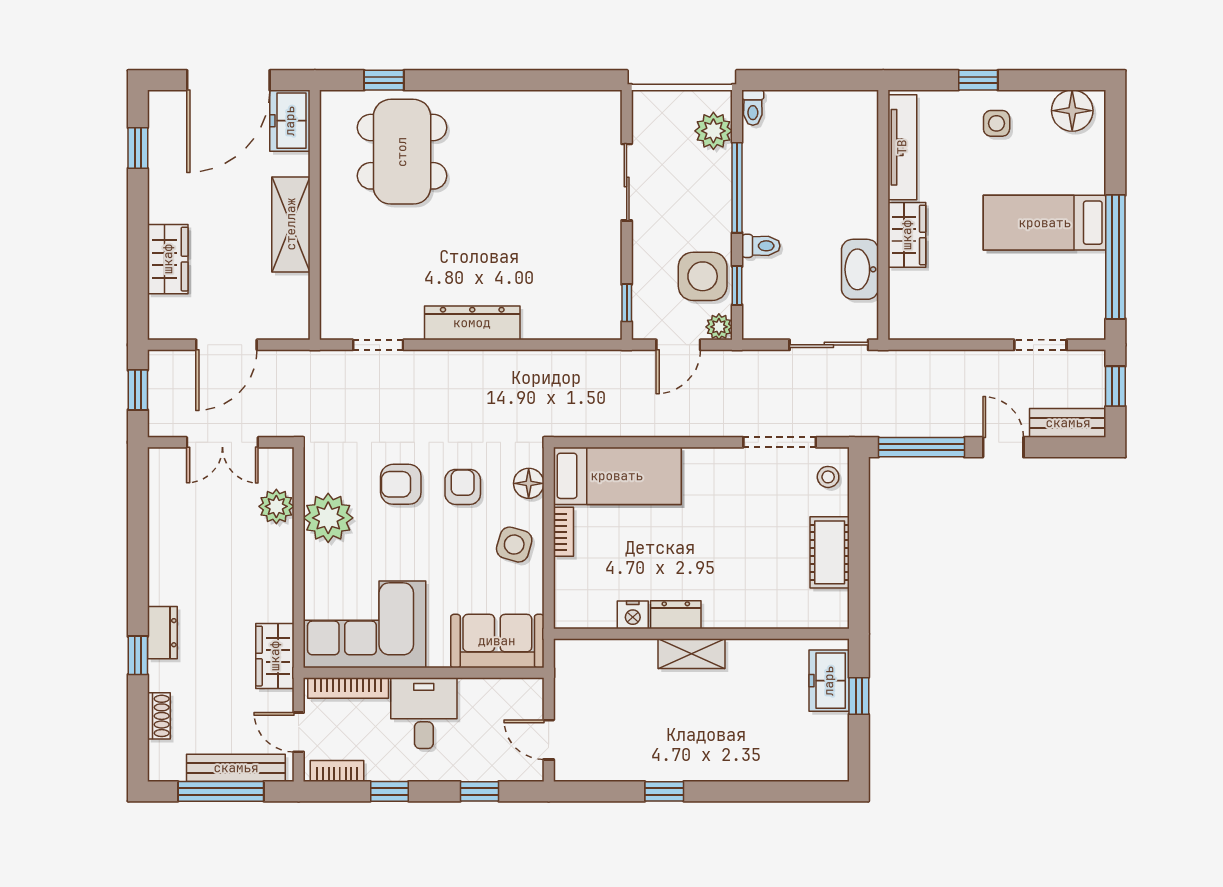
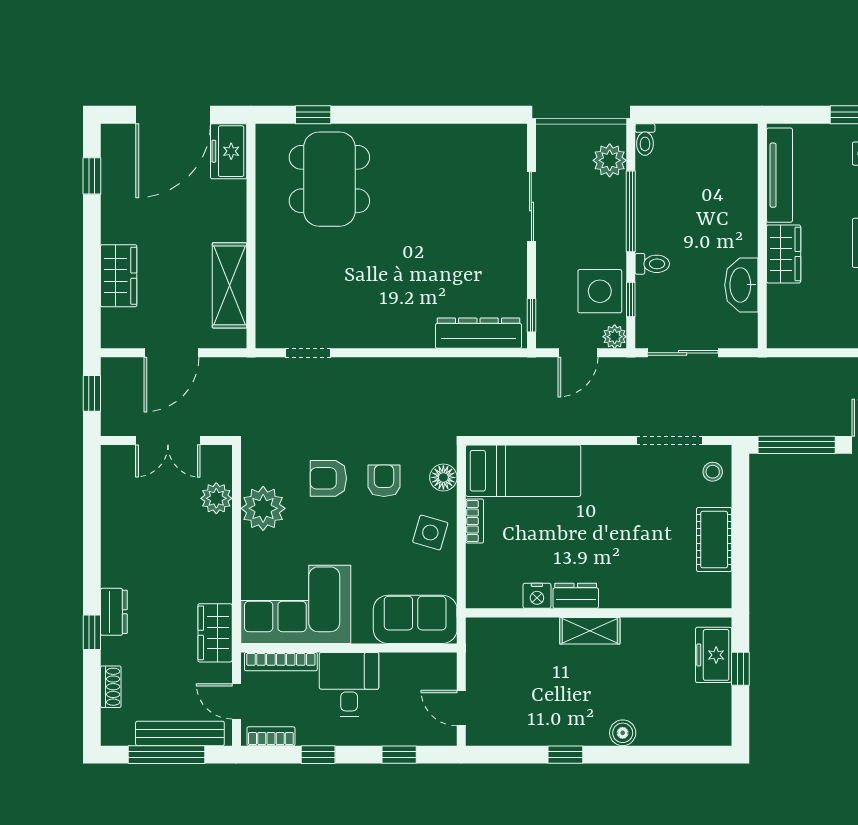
shelving: (291, 224) -> (230, 285), moved
dresser: (472, 323) -> (478, 333), moved
sliding door: (829, 345) -> (683, 353), moved
boiler: (728, 767) -> (623, 733), added

